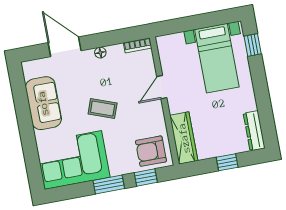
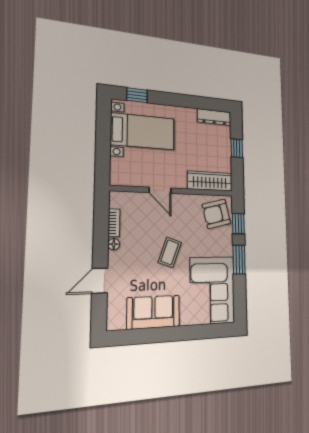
bookcase: (138, 45) -> (114, 223), moved
door: (65, 47) -> (100, 281), width x0.73
armchair: (151, 151) -> (216, 214), turned 76

